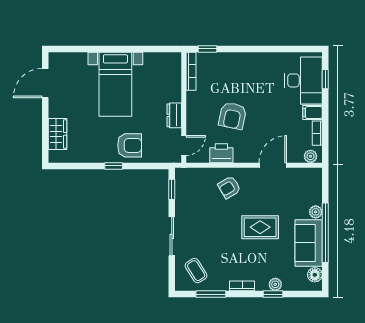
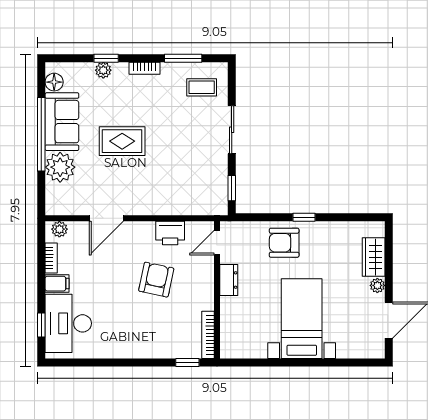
plant: (54, 111) -> (377, 285), added
armchair: (229, 187) -> (160, 191), removed
plant: (316, 212) -> (60, 167), width x1.87, depth x1.87
coffee table: (196, 271) -> (202, 87), turned -58

